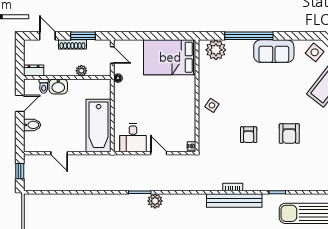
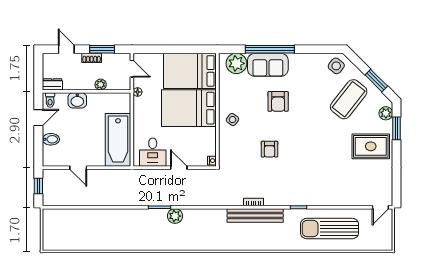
shoe rack: (72, 44) -> (92, 58), width x0.70
sofa: (274, 51) -> (268, 65), moved
toilet: (44, 86) -> (50, 100), moved
bed: (169, 94) -> (189, 108), added
armchair: (289, 134) -> (278, 101), moved

